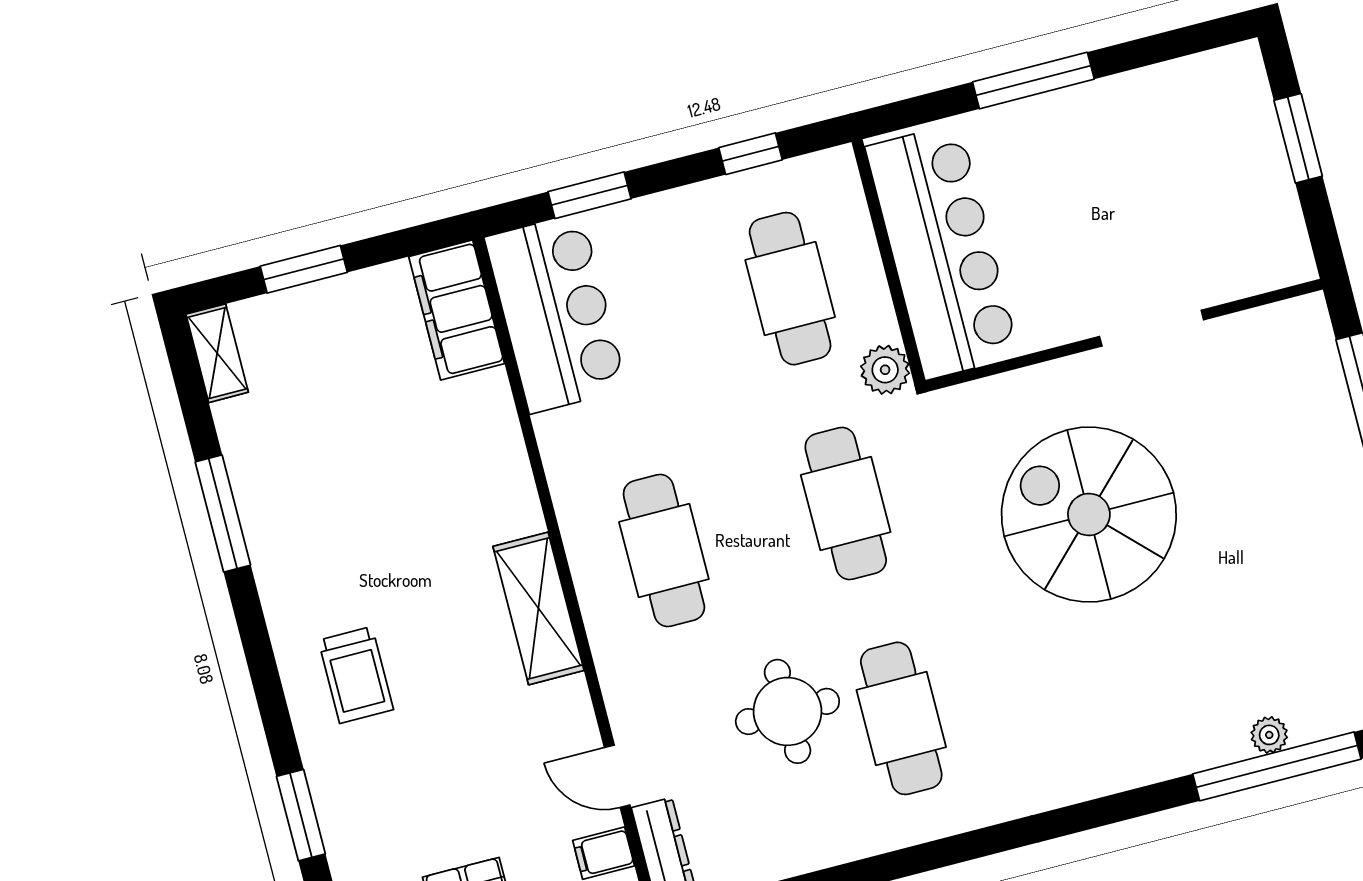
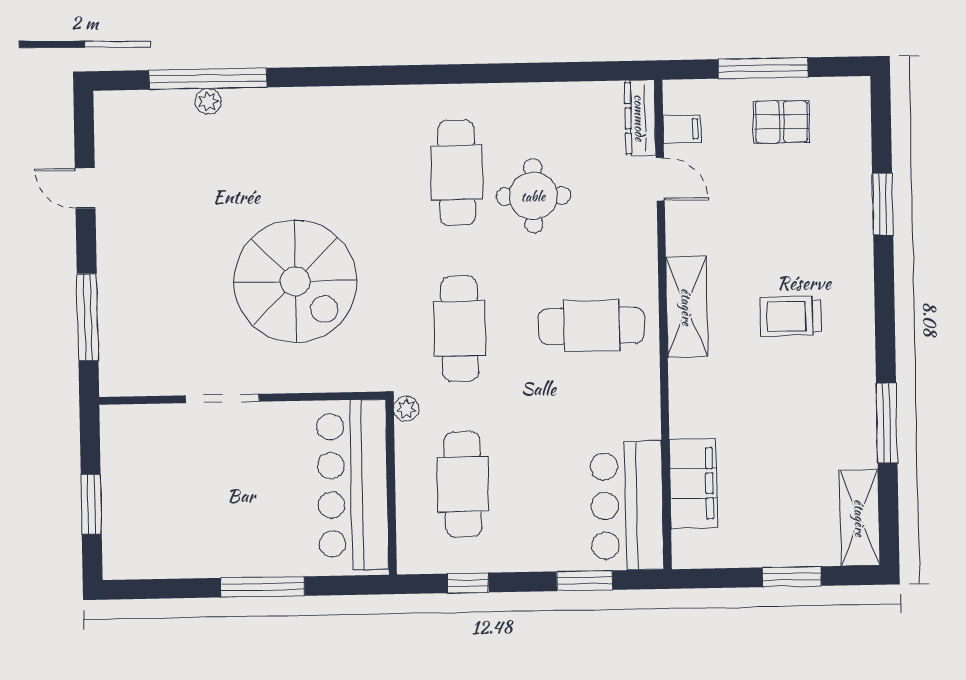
filing cabinet: (457, 310) -> (693, 483), moved
shelving: (217, 353) -> (860, 518), width x1.50, depth x1.33
plant: (885, 370) -> (406, 409), width x0.73, depth x0.73
cafe table: (664, 550) -> (592, 326), turned 90
trolley: (356, 675) -> (791, 316), moved, turned -90

